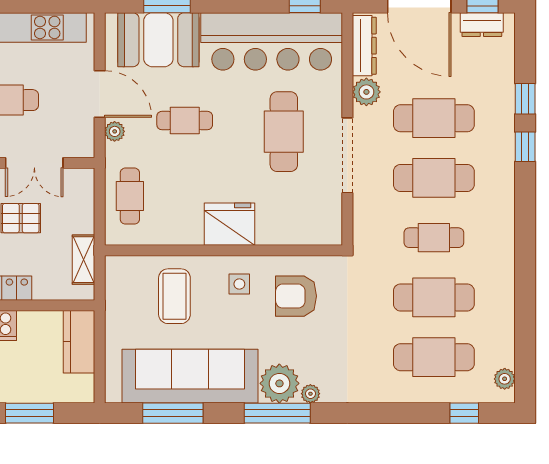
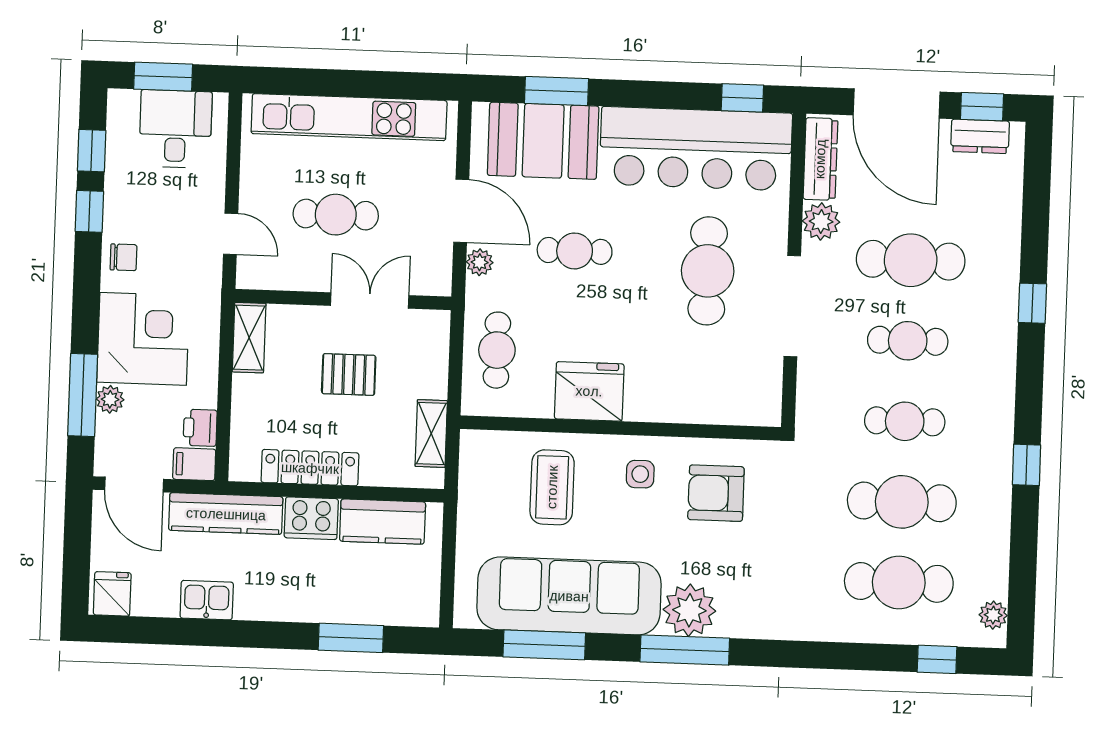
window: (525, 99) -> (1027, 465), moved
double door: (34, 163) -> (370, 301), swing flipped
cafe table: (434, 178) -> (908, 341), width x0.73, depth x0.74
fridge: (229, 224) -> (589, 391), moved
kitchen counter: (79, 342) -> (383, 522), moved, turned -90
plant: (310, 394) -> (731, 626), removed

